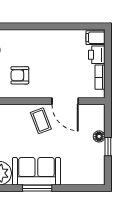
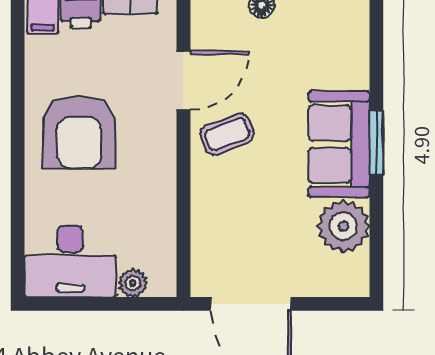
armchair: (20, 75) -> (79, 132), moved, width x1.88, depth x1.88

